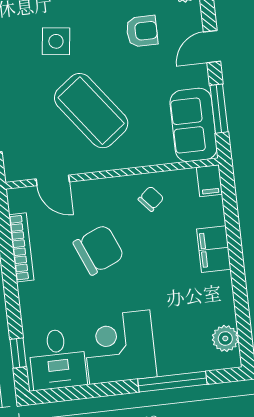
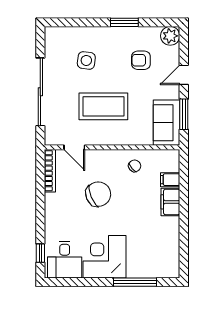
armchair: (142, 31) -> (141, 60), turned 180
coffee table: (91, 111) -> (103, 106), turned -53
filing cabinet: (209, 181) -> (170, 180), moved, turned 90
bookcase: (21, 247) -> (50, 171), moved
plant: (225, 338) -> (171, 259), removed

